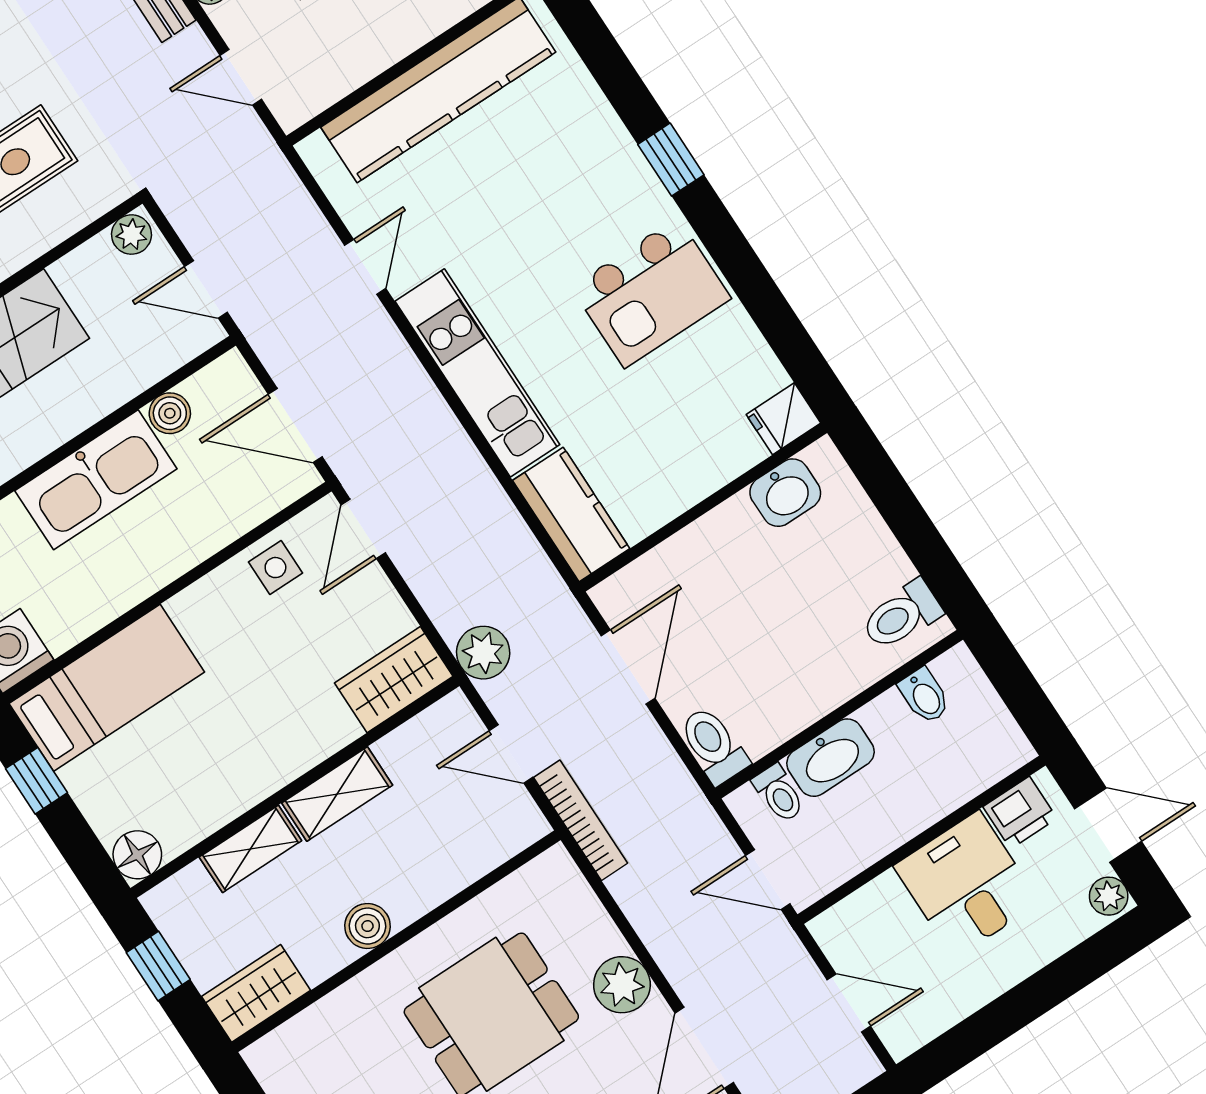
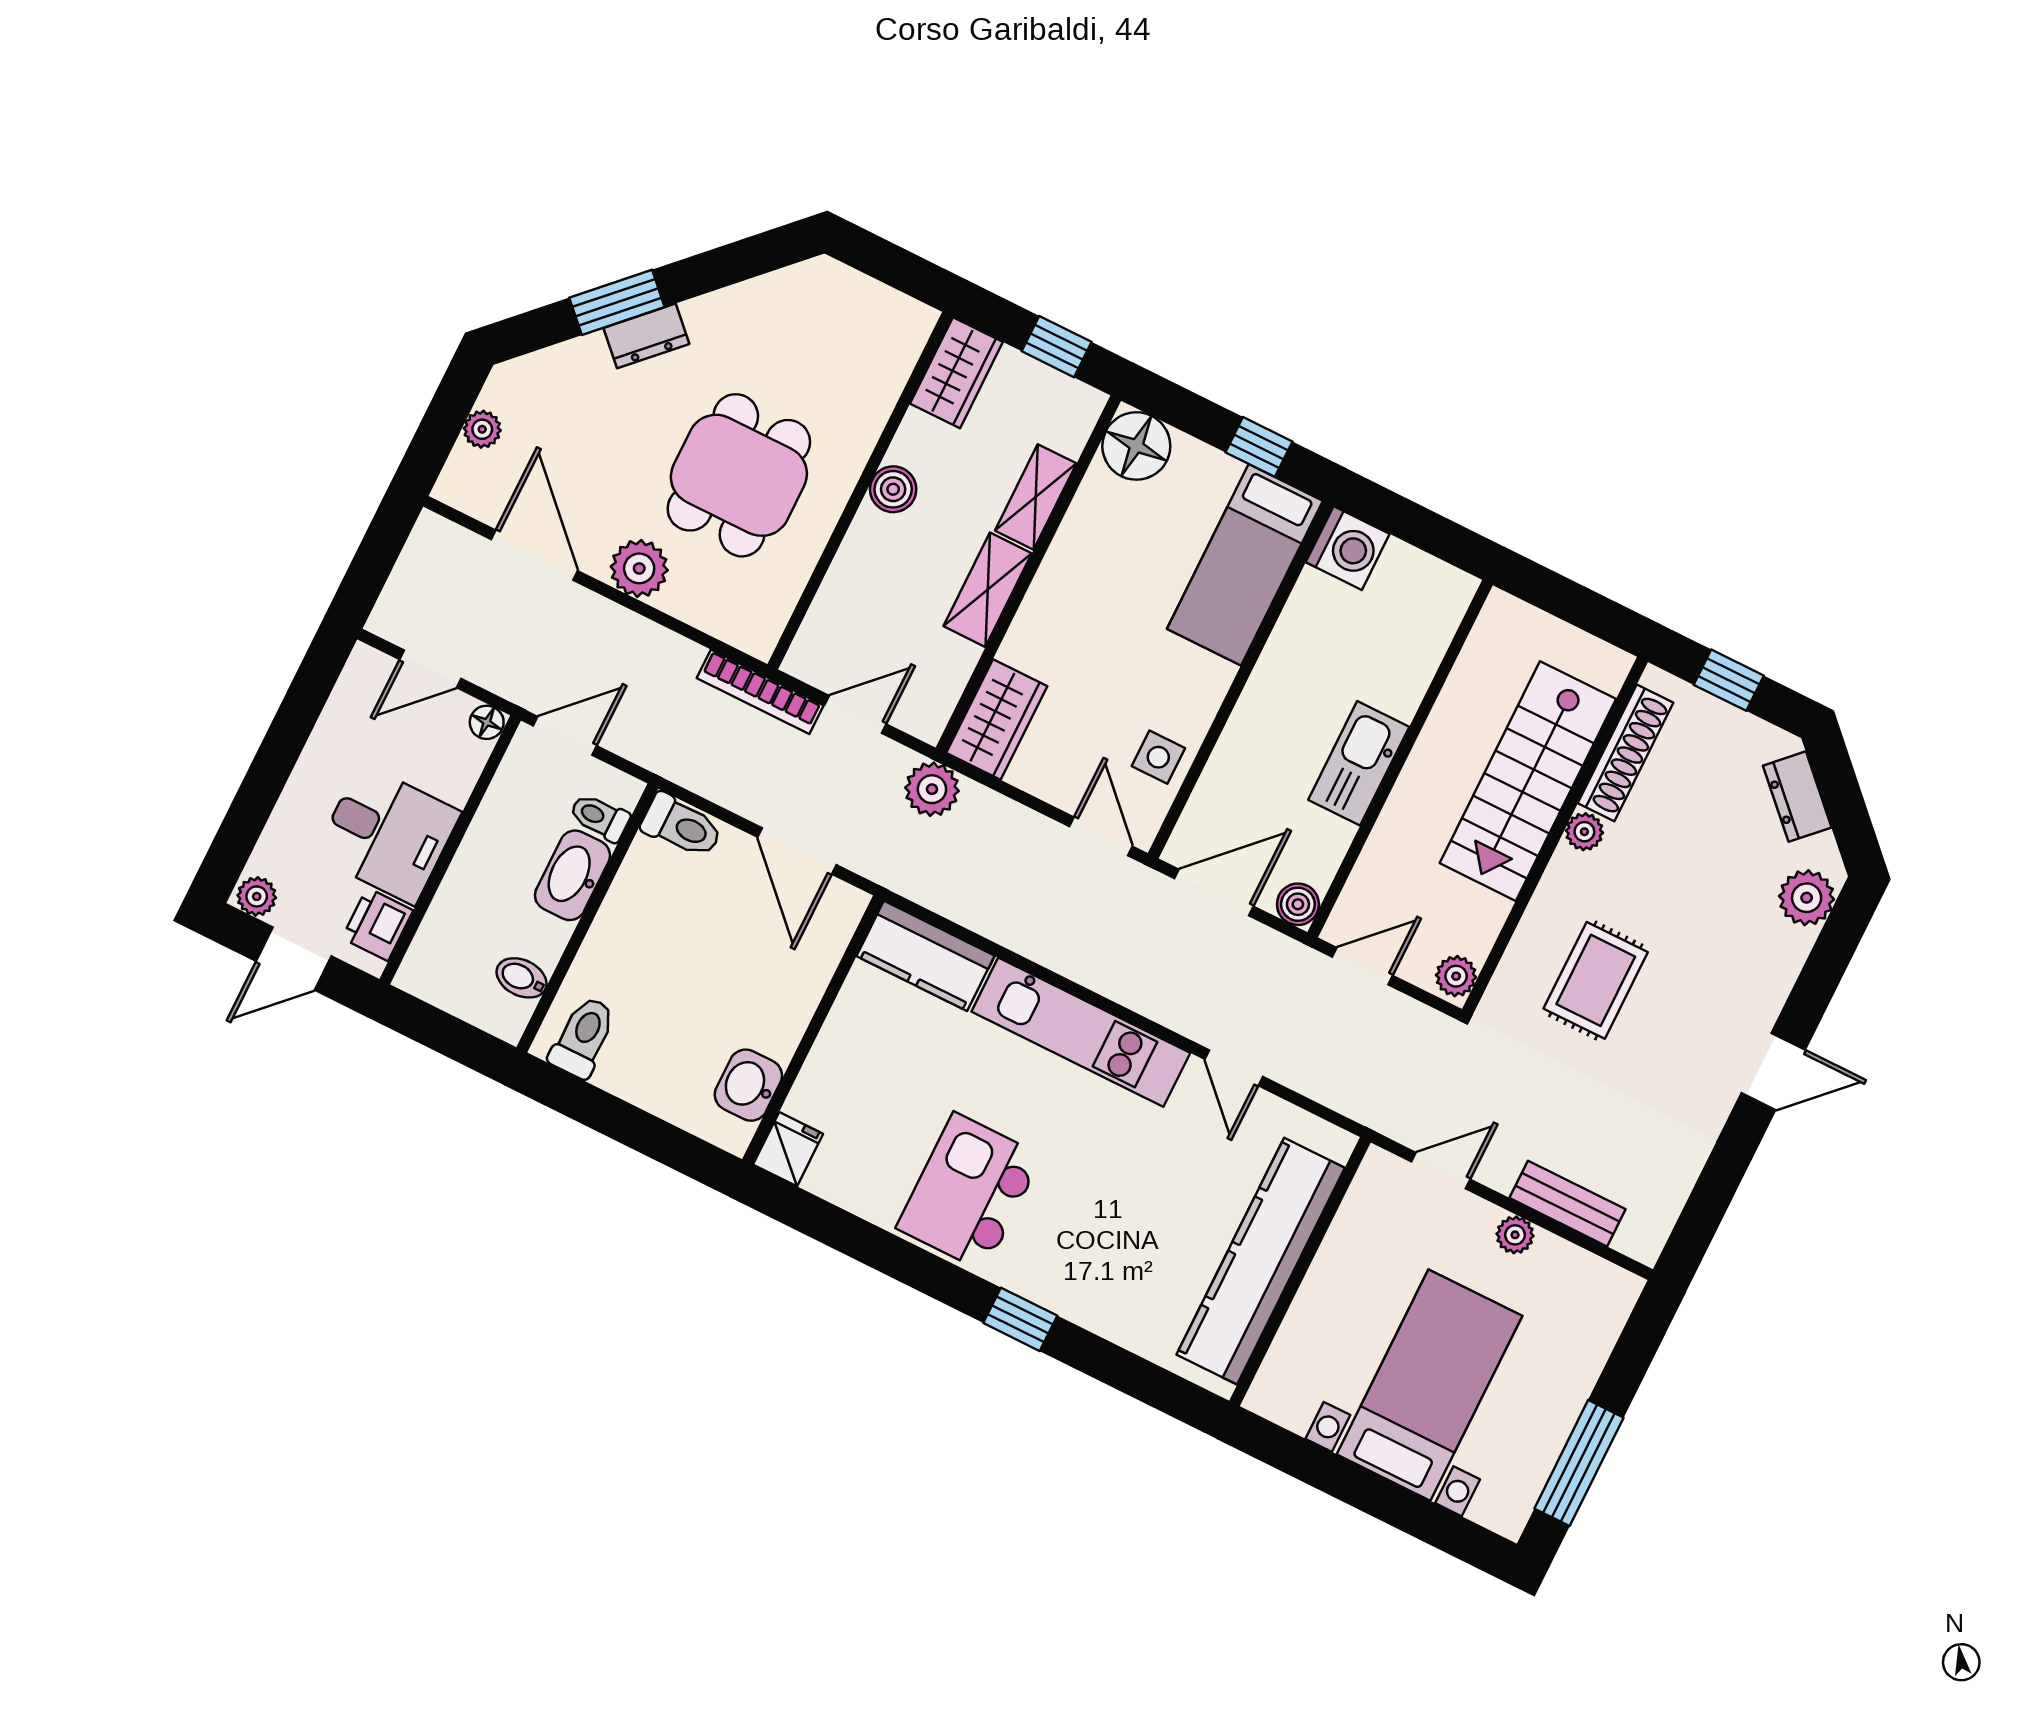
boiler: (170, 413) -> (1298, 904), moved
kitchen sink: (96, 480) -> (1359, 763), width x0.73, depth x0.81
floor lamp: (137, 855) -> (1136, 446), width x1.38, depth x1.38
floor lamp: (827, 930) -> (487, 722), added

